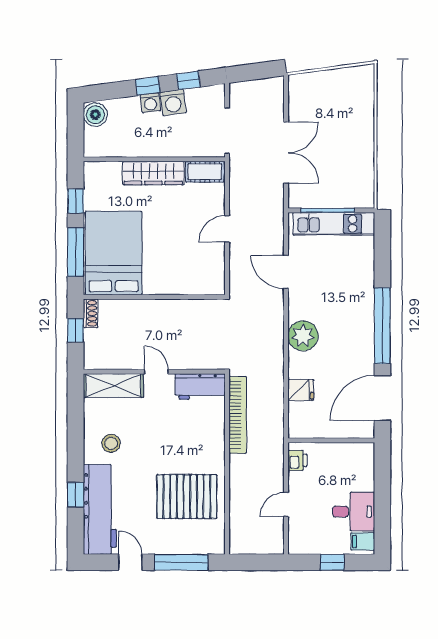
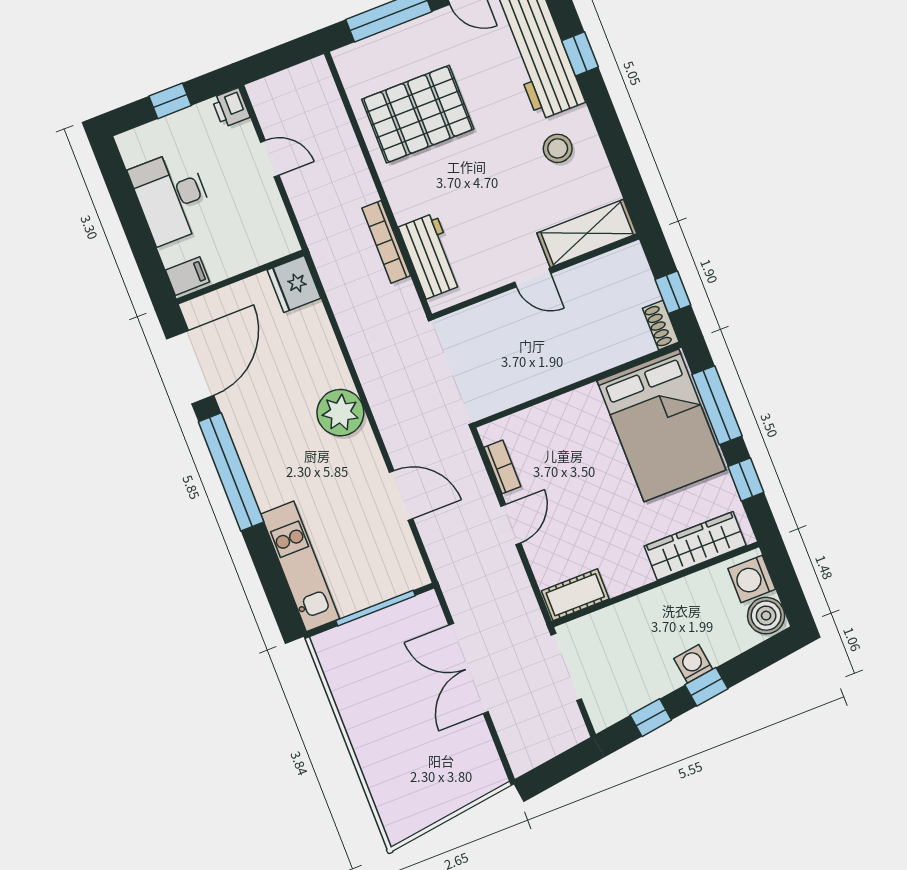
washing machine: (173, 102) -> (752, 579), moved, turned -82
wardrobe: (153, 173) -> (695, 546), moved
kitchen unit: (334, 224) -> (300, 566), moved, turned 90
bookcase: (219, 265) -> (502, 467), added
workbench: (200, 386) -> (431, 256), moved, turned 90
fridge: (301, 390) -> (294, 284), moved, width x1.38
bookcase: (238, 415) -> (386, 242), width x0.68, depth x0.76
printer: (297, 460) -> (231, 108), moved
door: (286, 504) -> (270, 159), hinge flipped
desk: (354, 511) -> (172, 197), width x1.37
filing cabinet: (363, 541) -> (187, 276), moved

